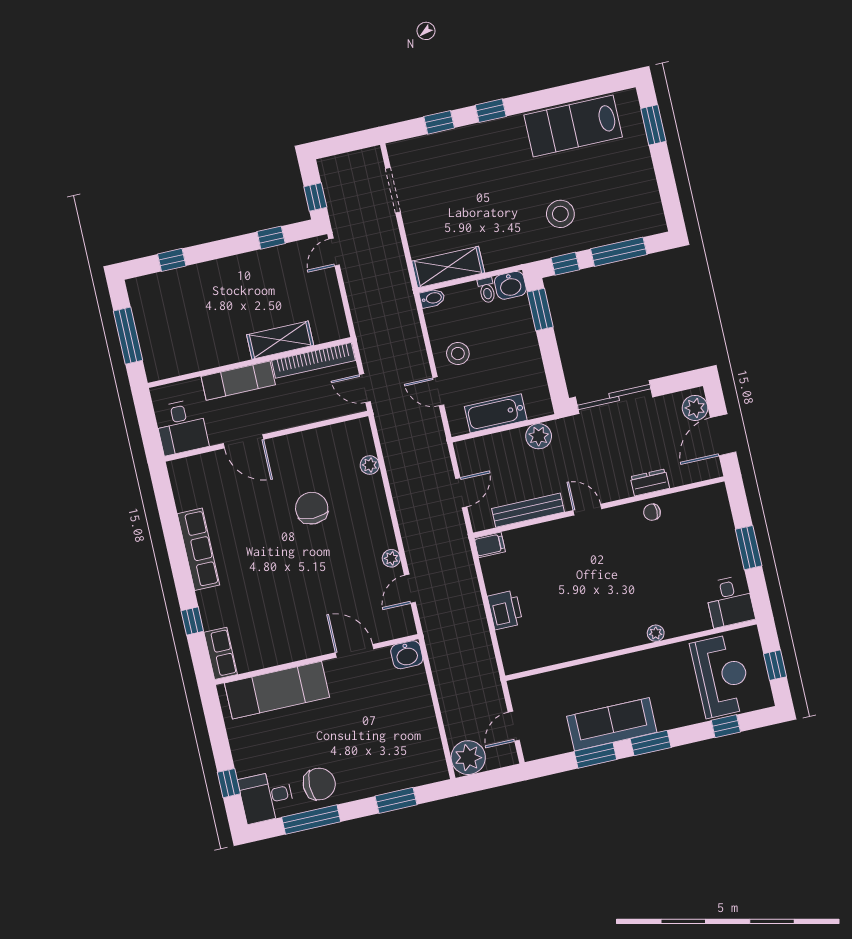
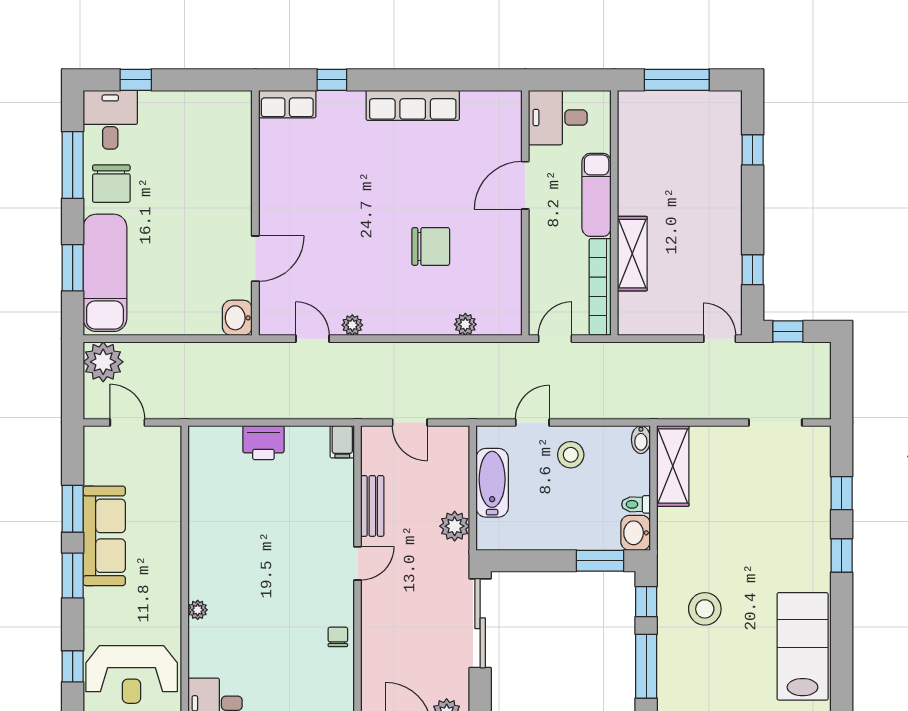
dresser: (650, 482) -> (373, 642), removed
bench: (528, 510) -> (372, 506), width x0.73
exam couch: (277, 690) -> (105, 273), moved, turned 180

